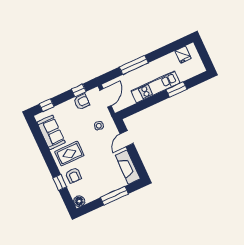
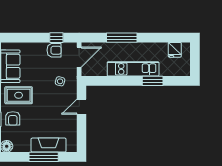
window: (47, 105) -> (18, 38), removed
fireplace: (128, 167) -> (49, 145), moved, turned 90

